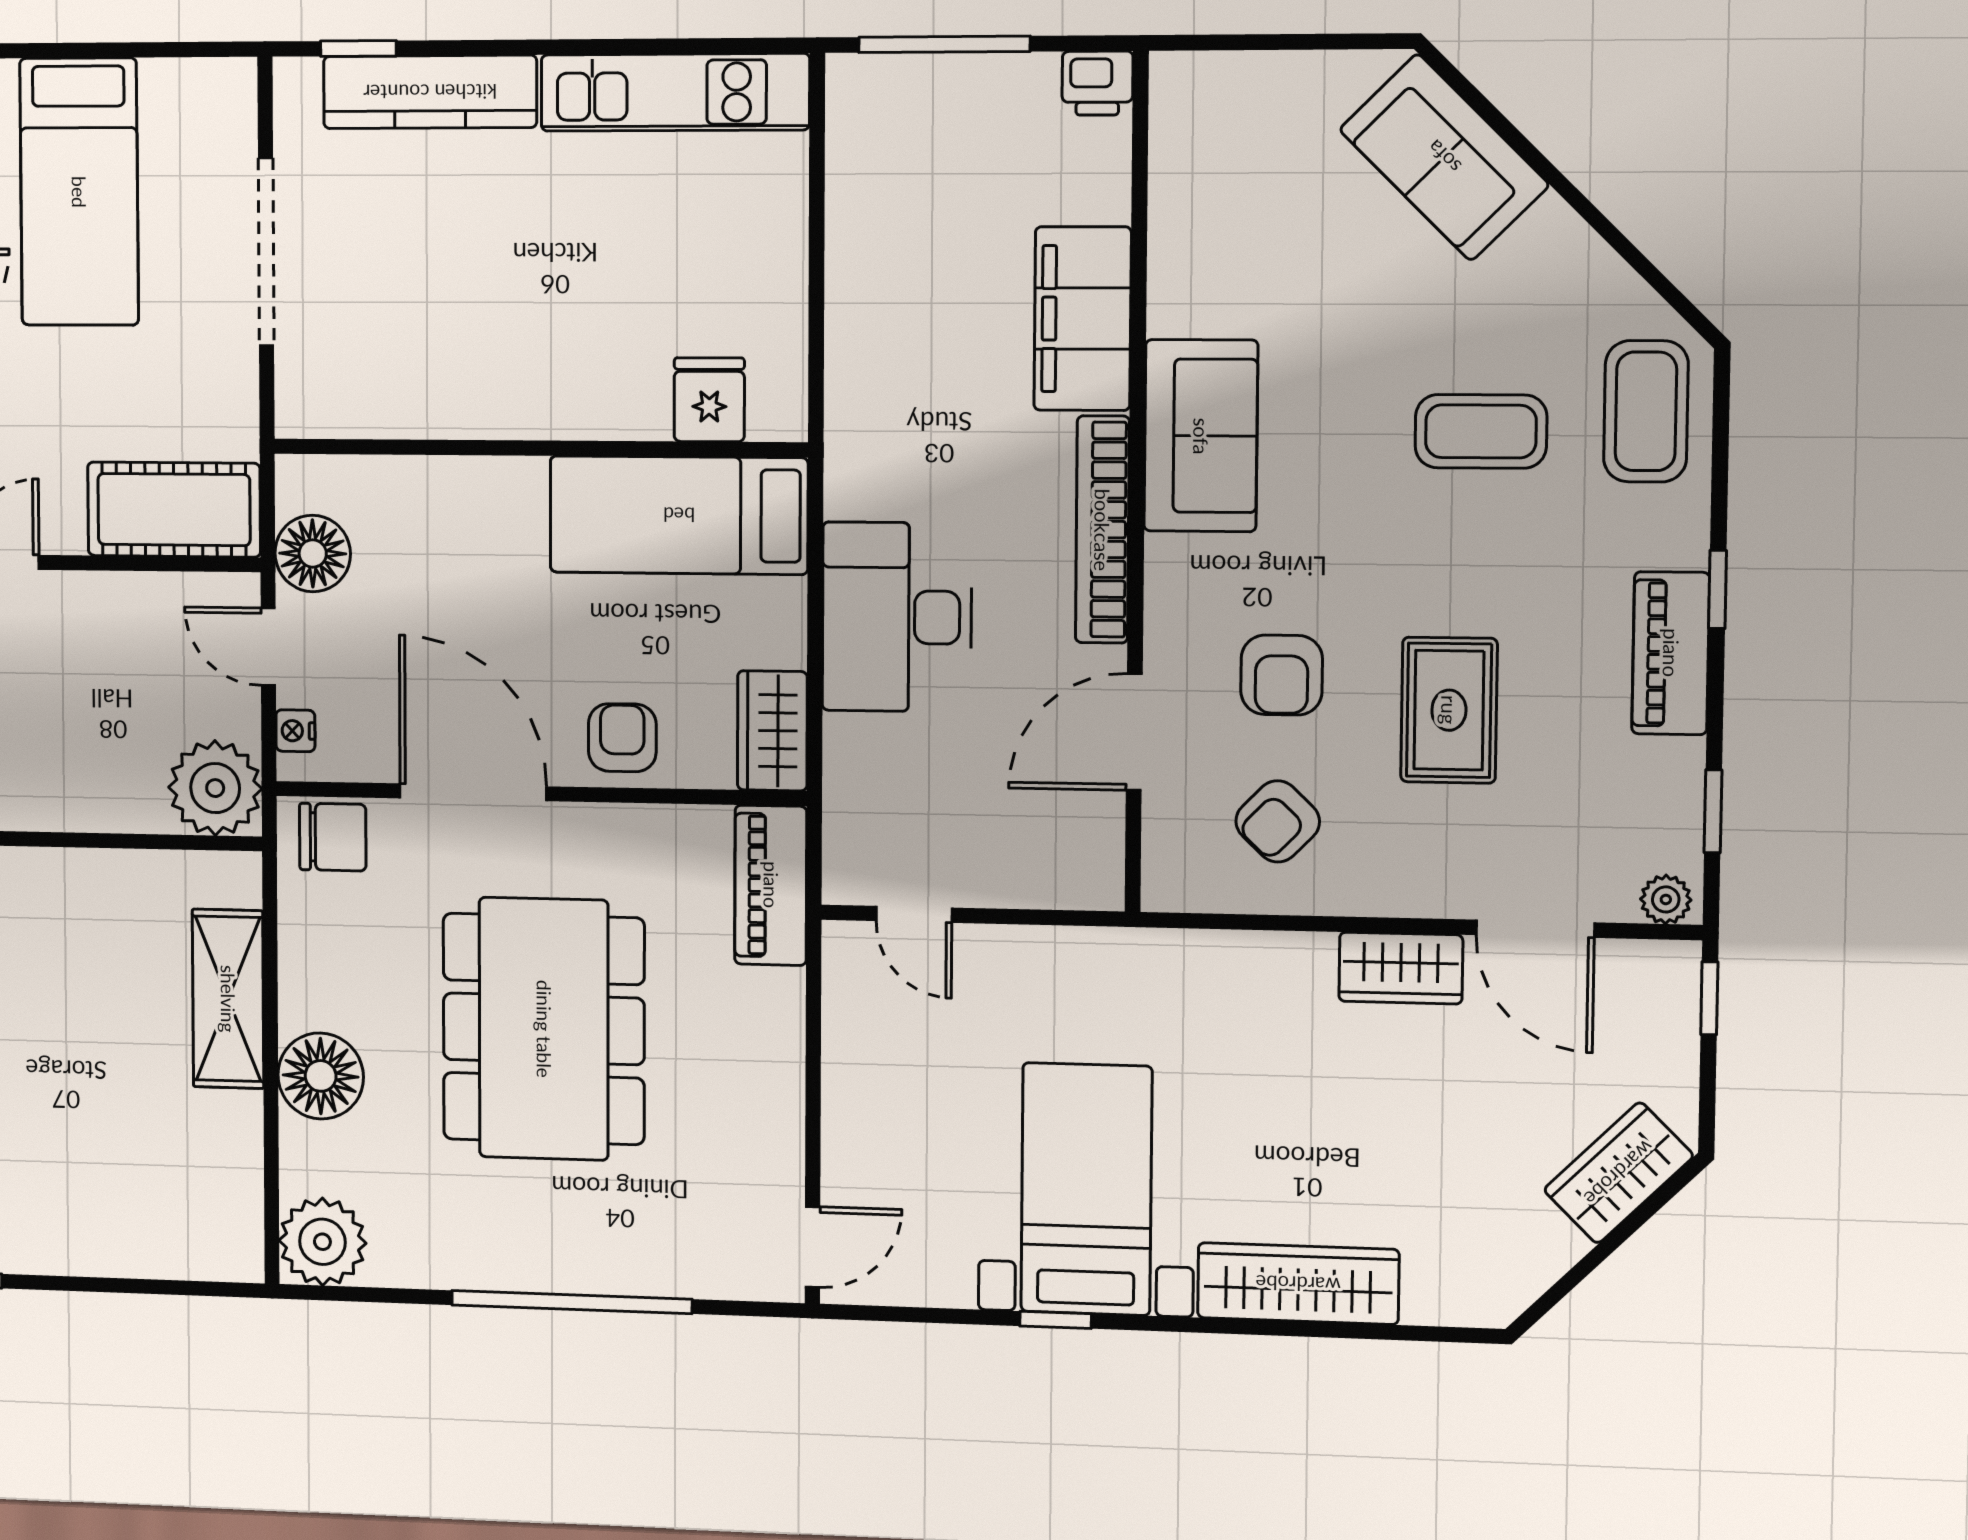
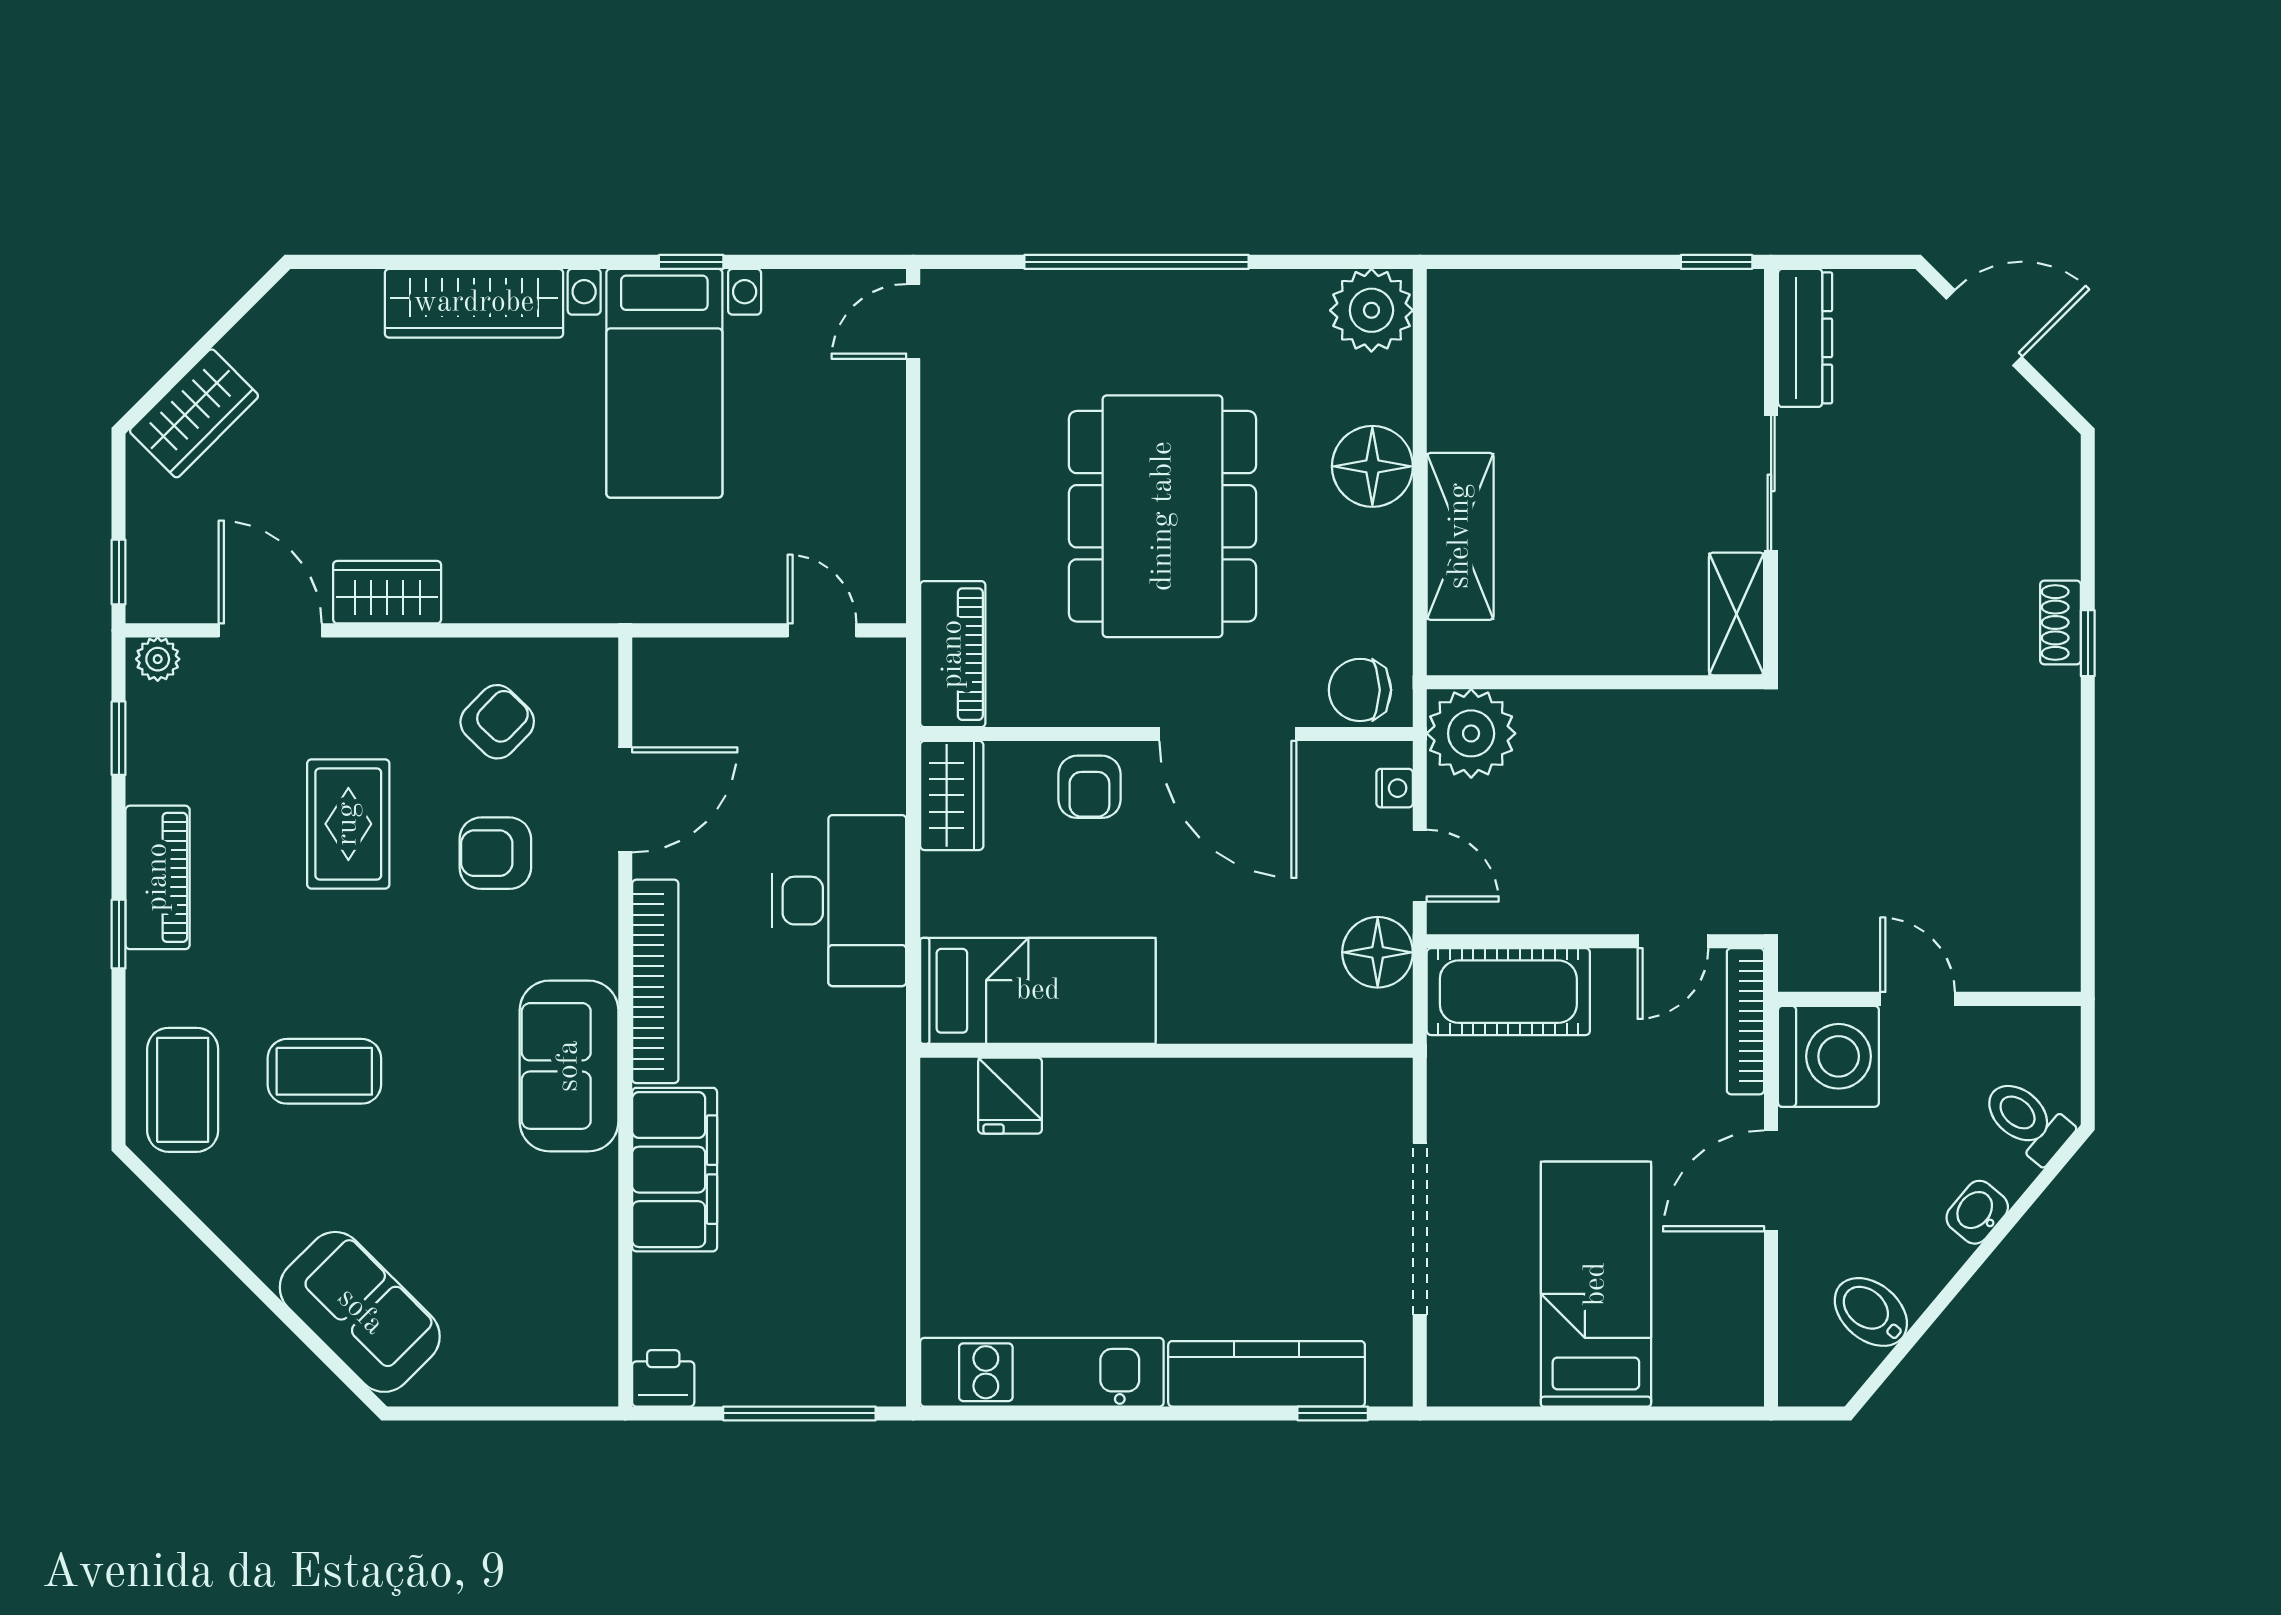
armchair: (1282, 675) -> (495, 853), turned -90

